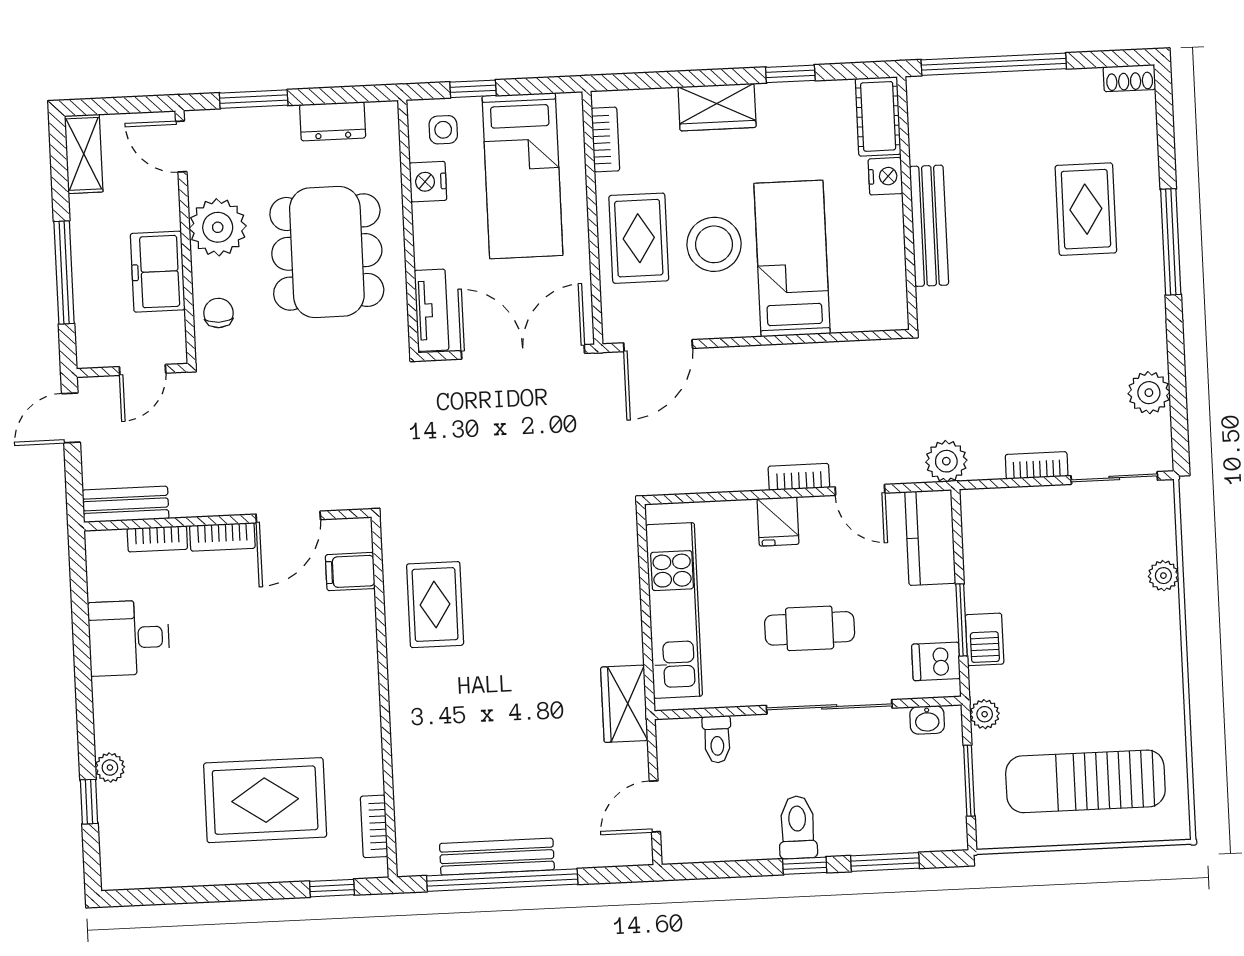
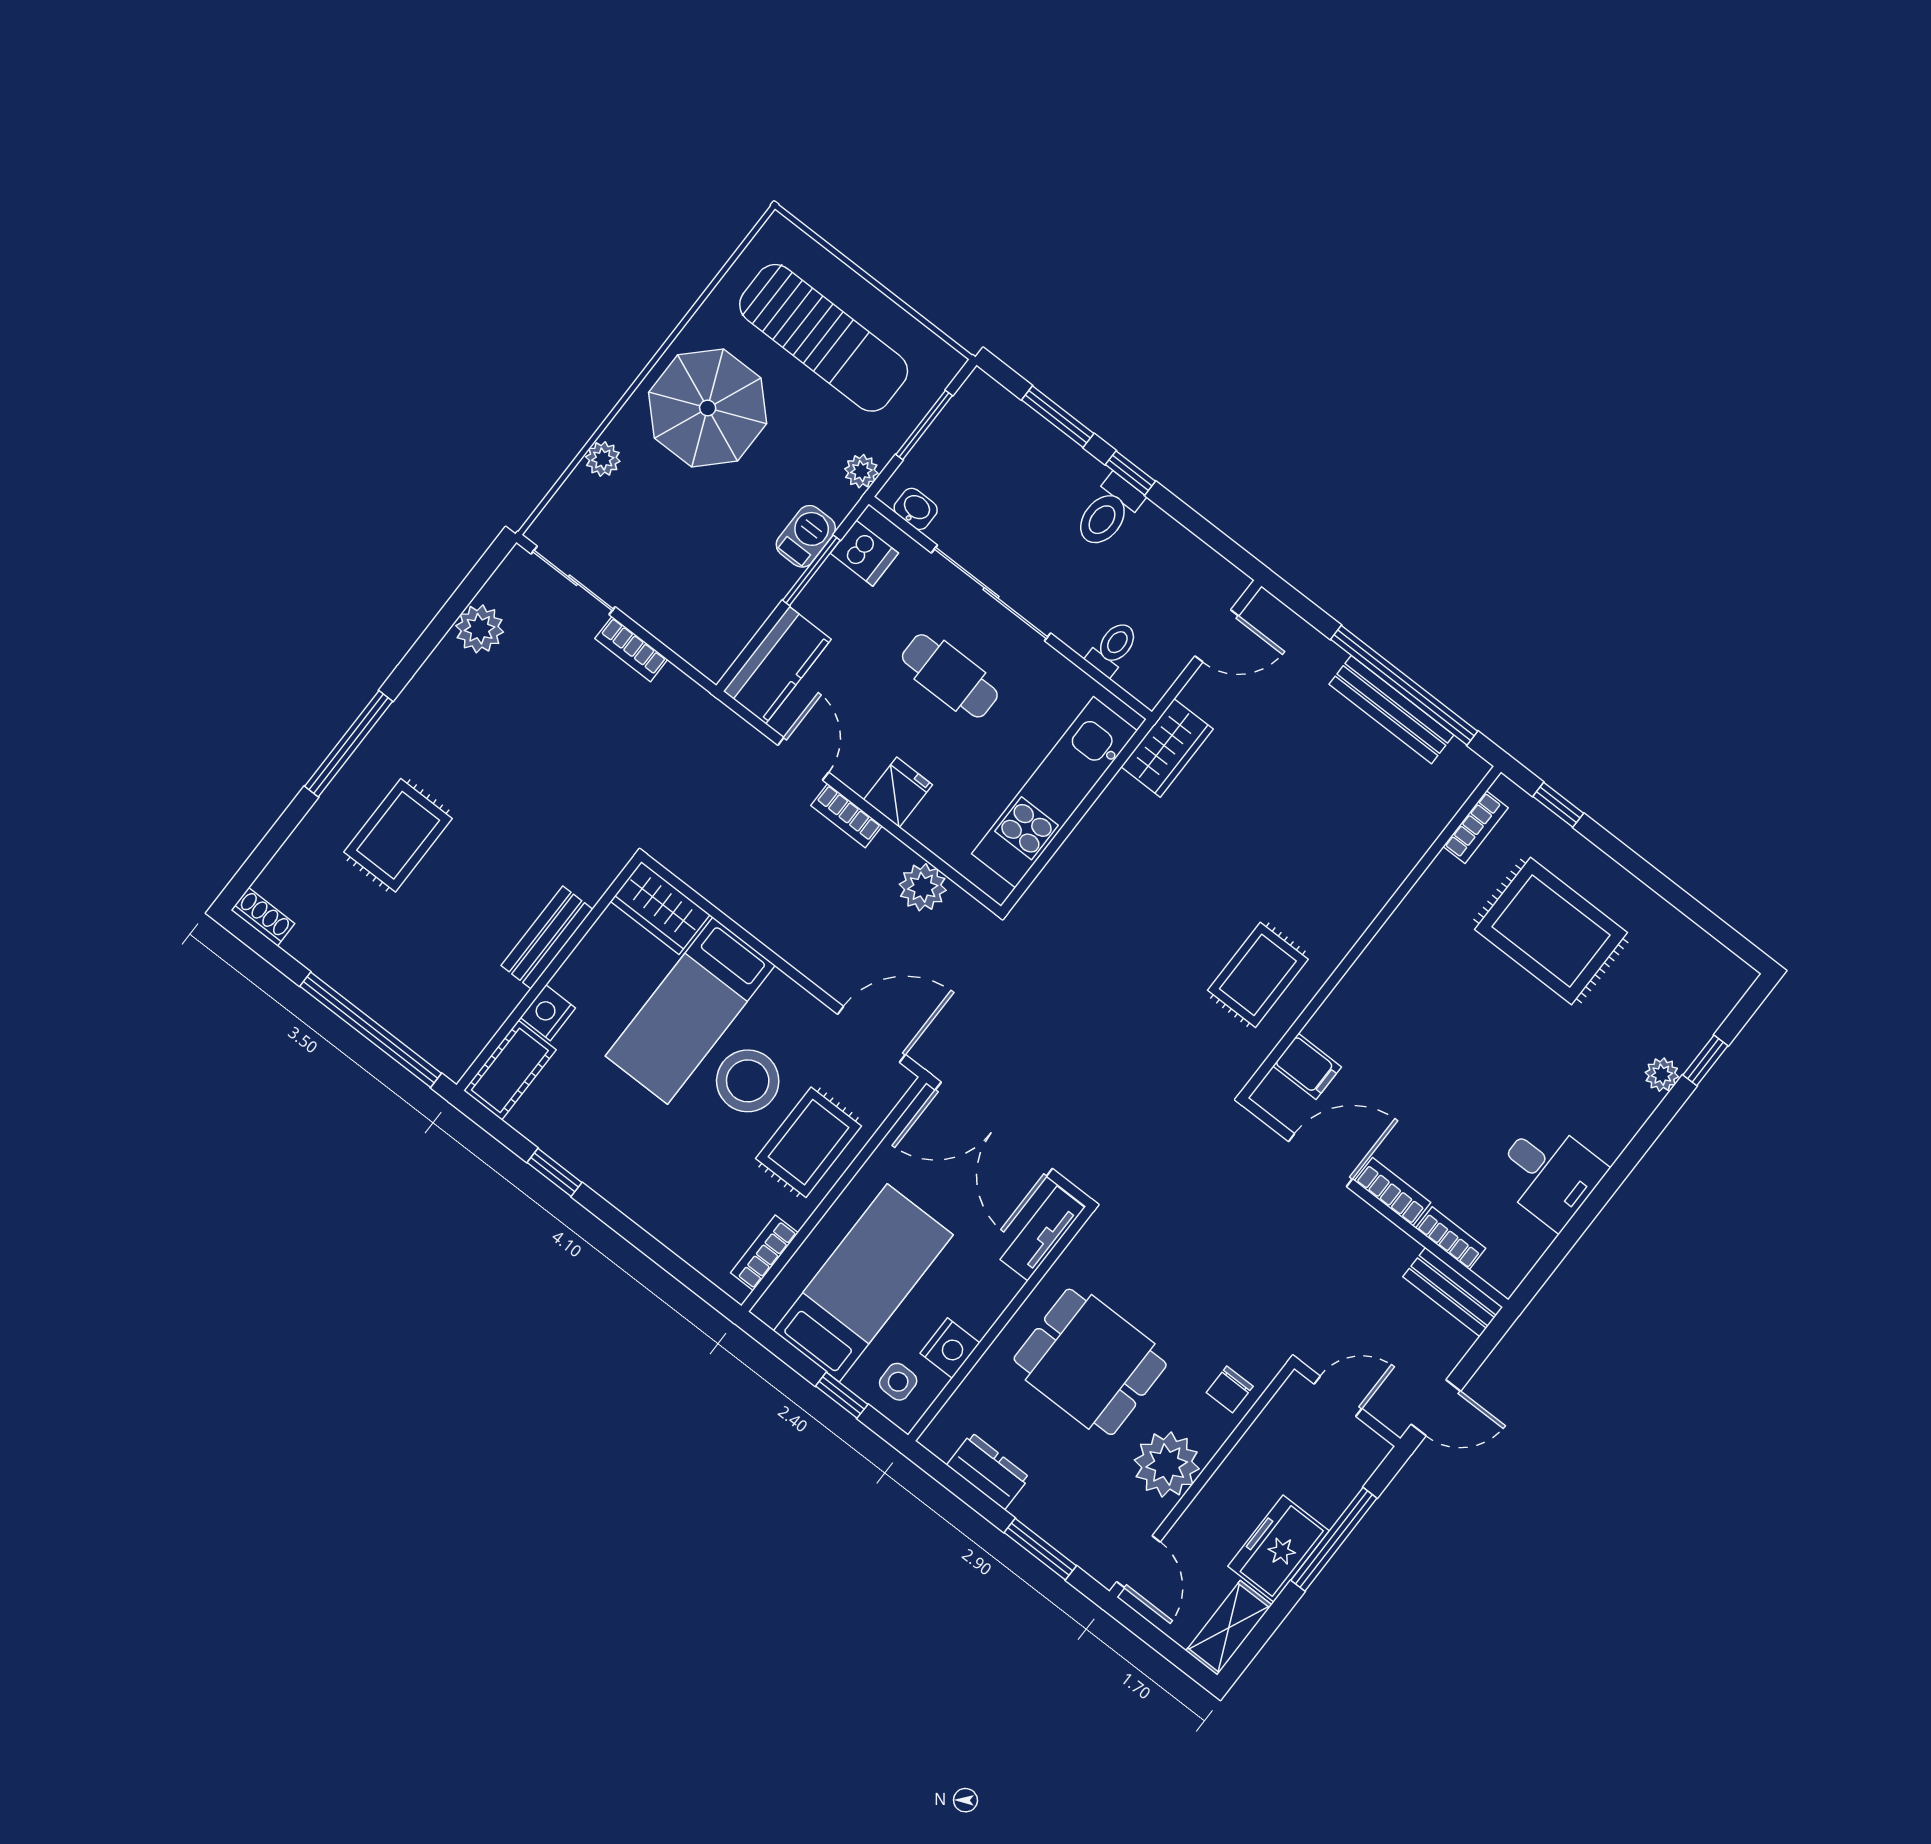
wardrobe: (717, 107) -> (660, 908), moved, turned 180
bench: (929, 226) -> (547, 937), width x0.73
dining table: (327, 252) -> (1090, 1362), width x0.73
freezer: (158, 272) -> (1278, 1549), moved, turned 180
plant: (946, 461) -> (923, 887), moved
parasol: (1123, 669) -> (708, 408), added

